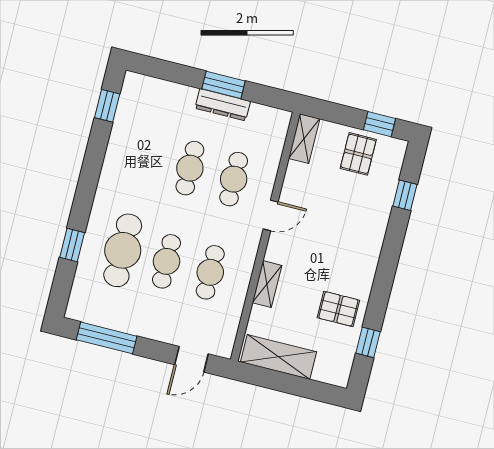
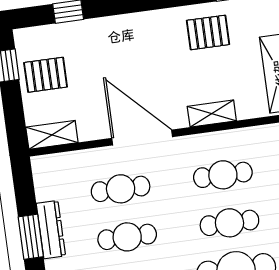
door: (271, 215) -> (142, 138), width x1.87
pallet: (338, 309) -> (208, 32), turned 90

